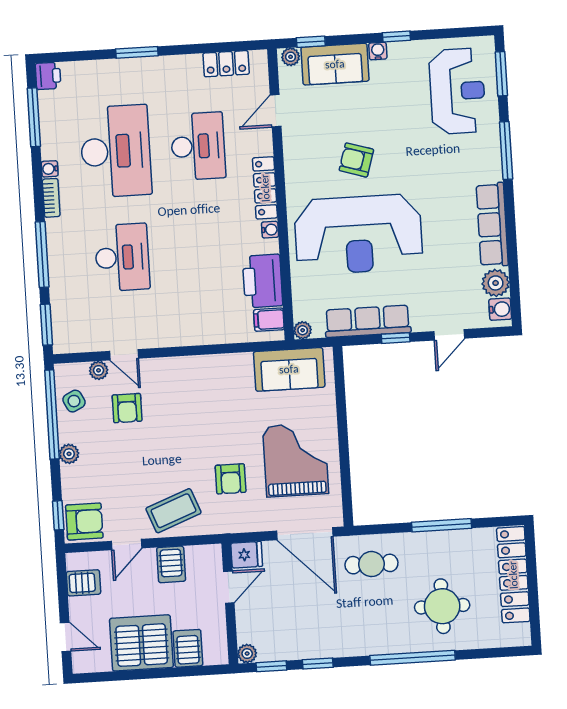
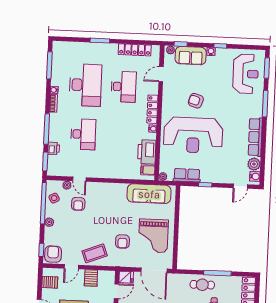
locker: (226, 64) -> (135, 50), width x1.53
printer: (48, 76) -> (54, 148), moved
row of seats: (368, 321) -> (187, 175), width x0.68
door: (449, 335) -> (240, 186), moved
sofa: (289, 369) -> (149, 194), width x1.36
grand piano: (296, 460) -> (153, 236), turned 180
armchair: (84, 522) -> (53, 254), turned -90
cafe table: (371, 564) -> (202, 285), moved

